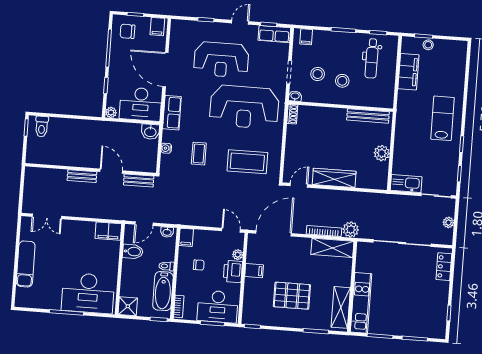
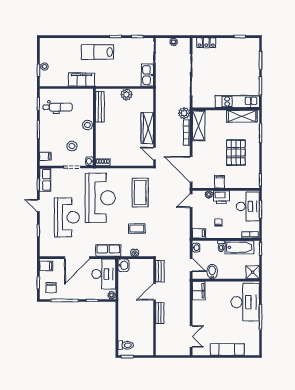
filing cabinet: (408, 72) -> (82, 80), moved
stool: (342, 81) -> (87, 125), moved

